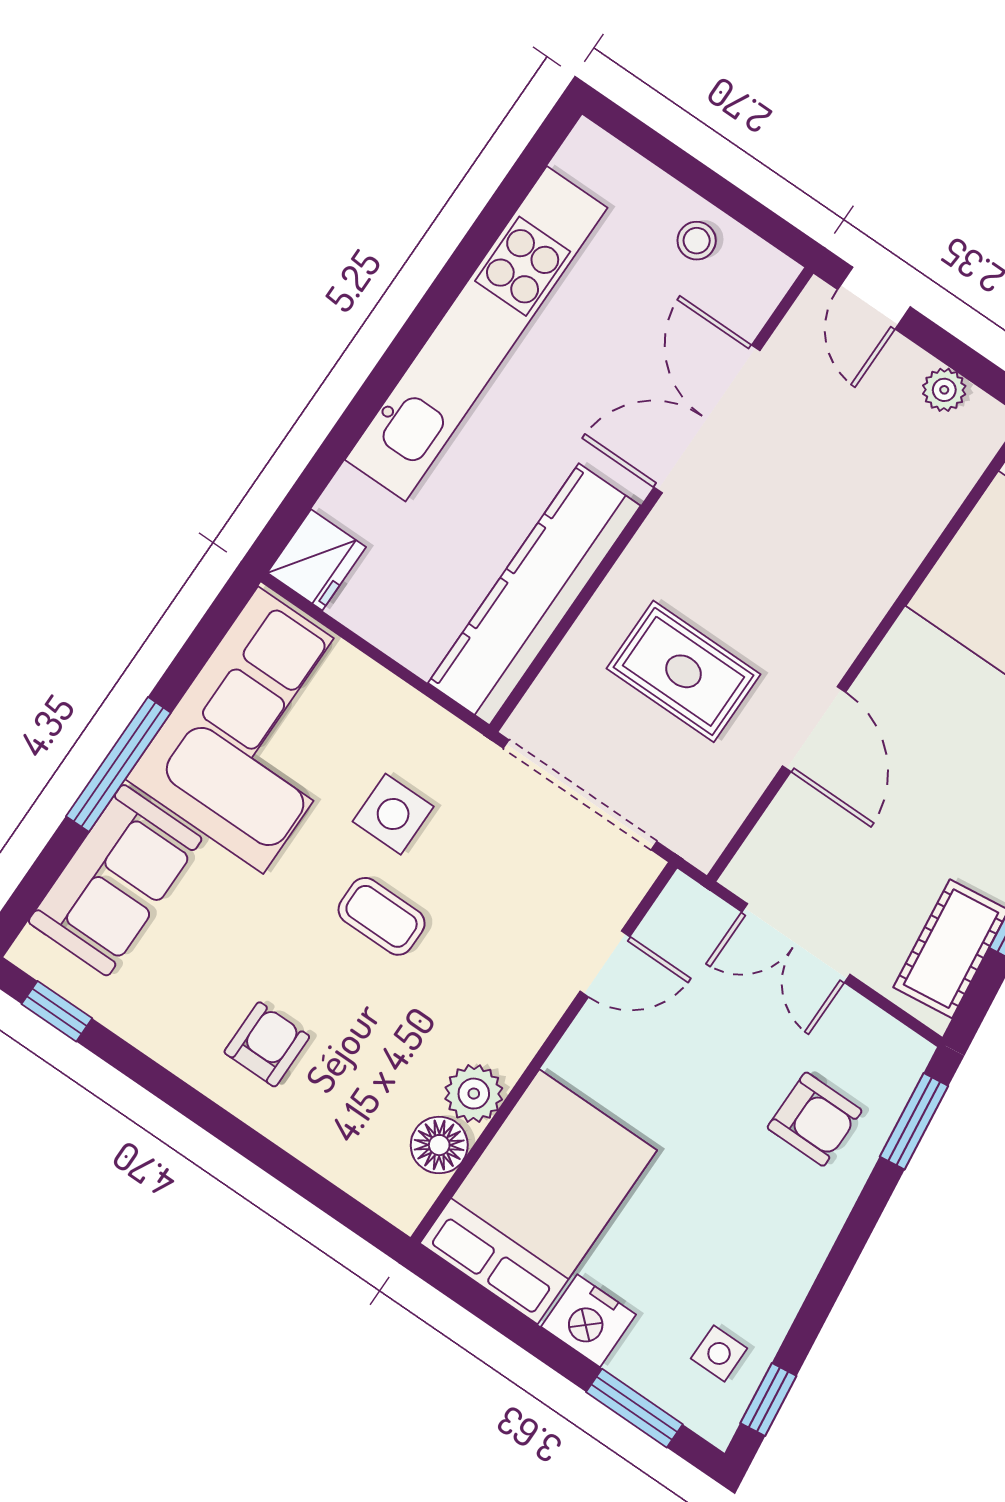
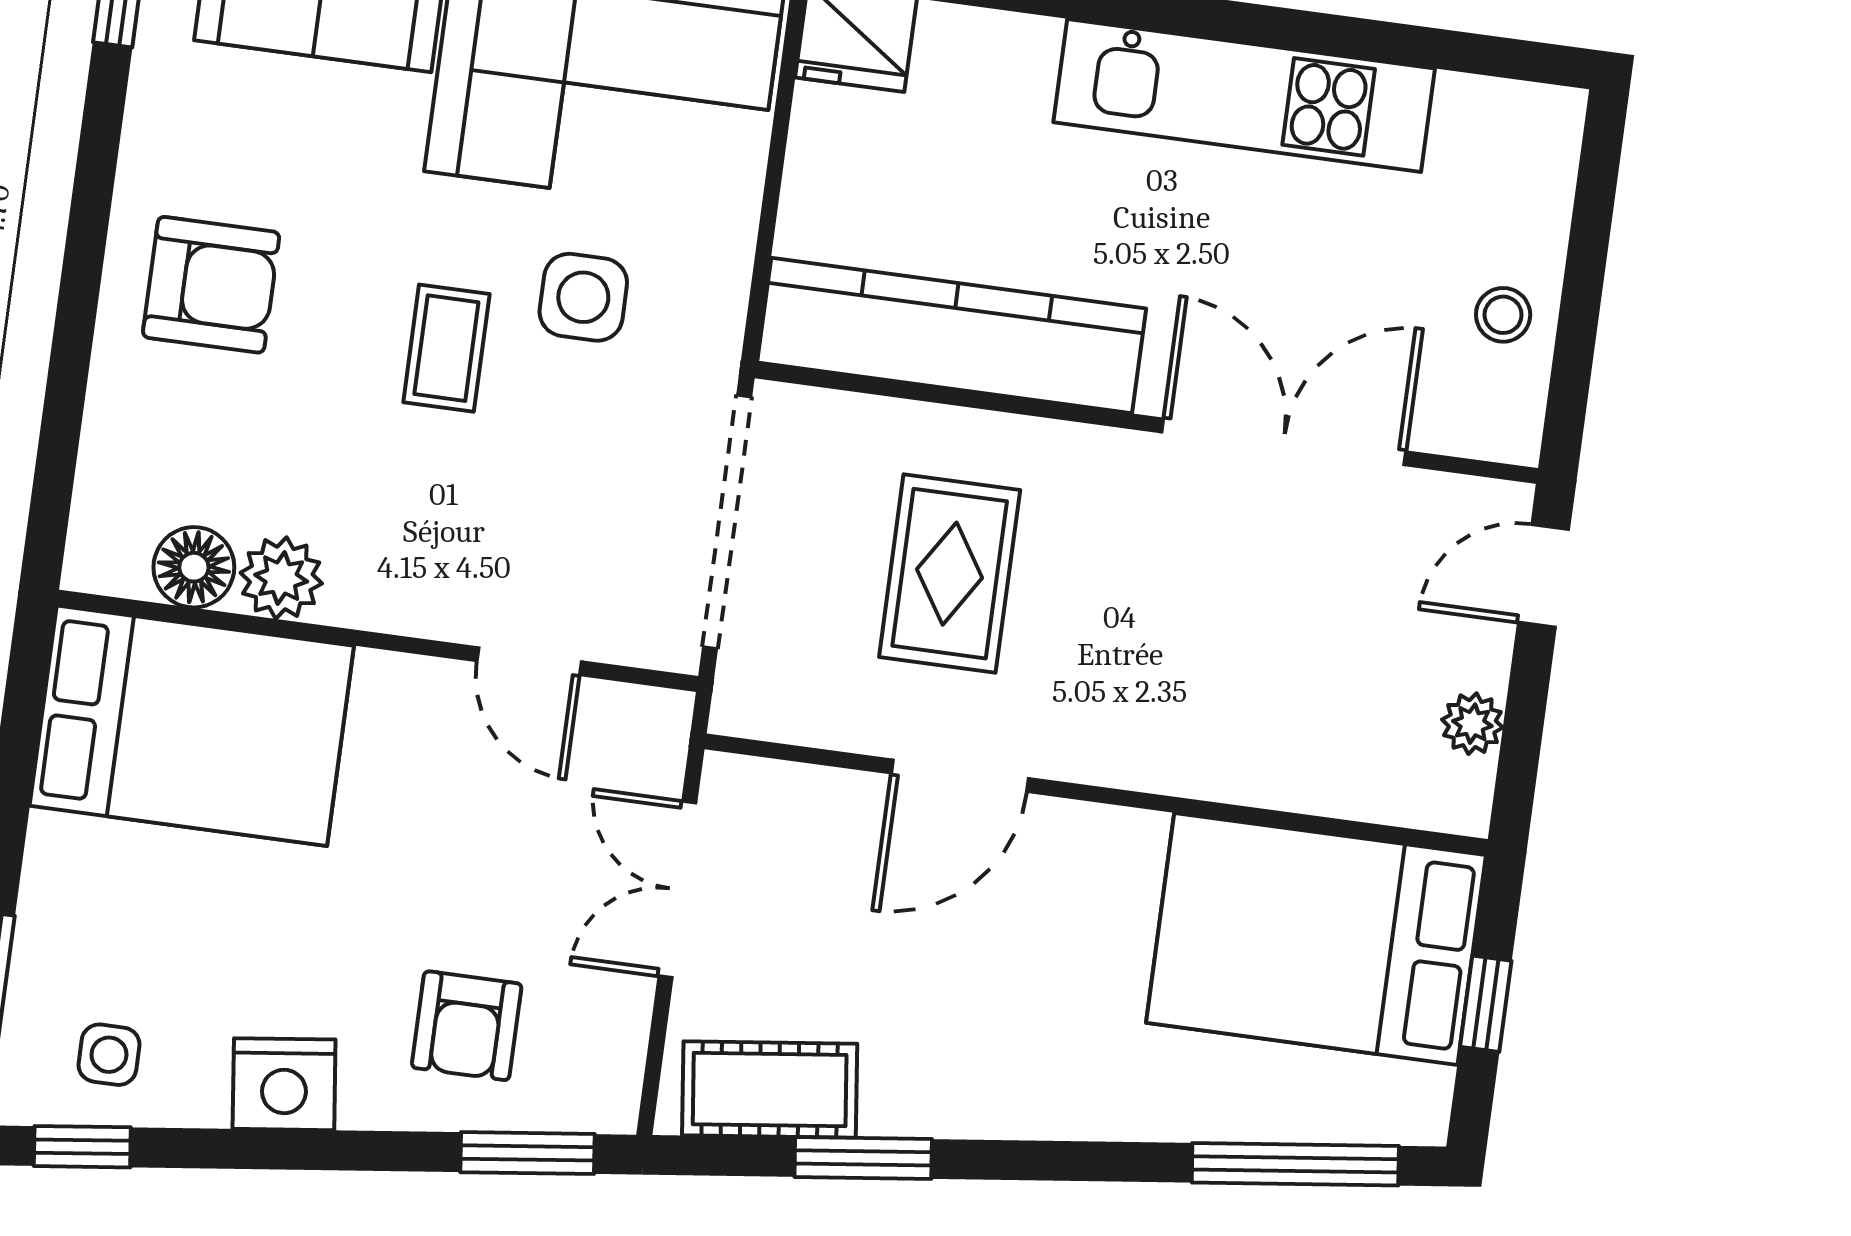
kitchen unit: (476, 334) -> (1244, 95), width x0.73
armchair: (267, 1044) -> (211, 285), width x1.38, depth x1.38
nightstand: (589, 1321) -> (284, 1084), moved, turned -97

